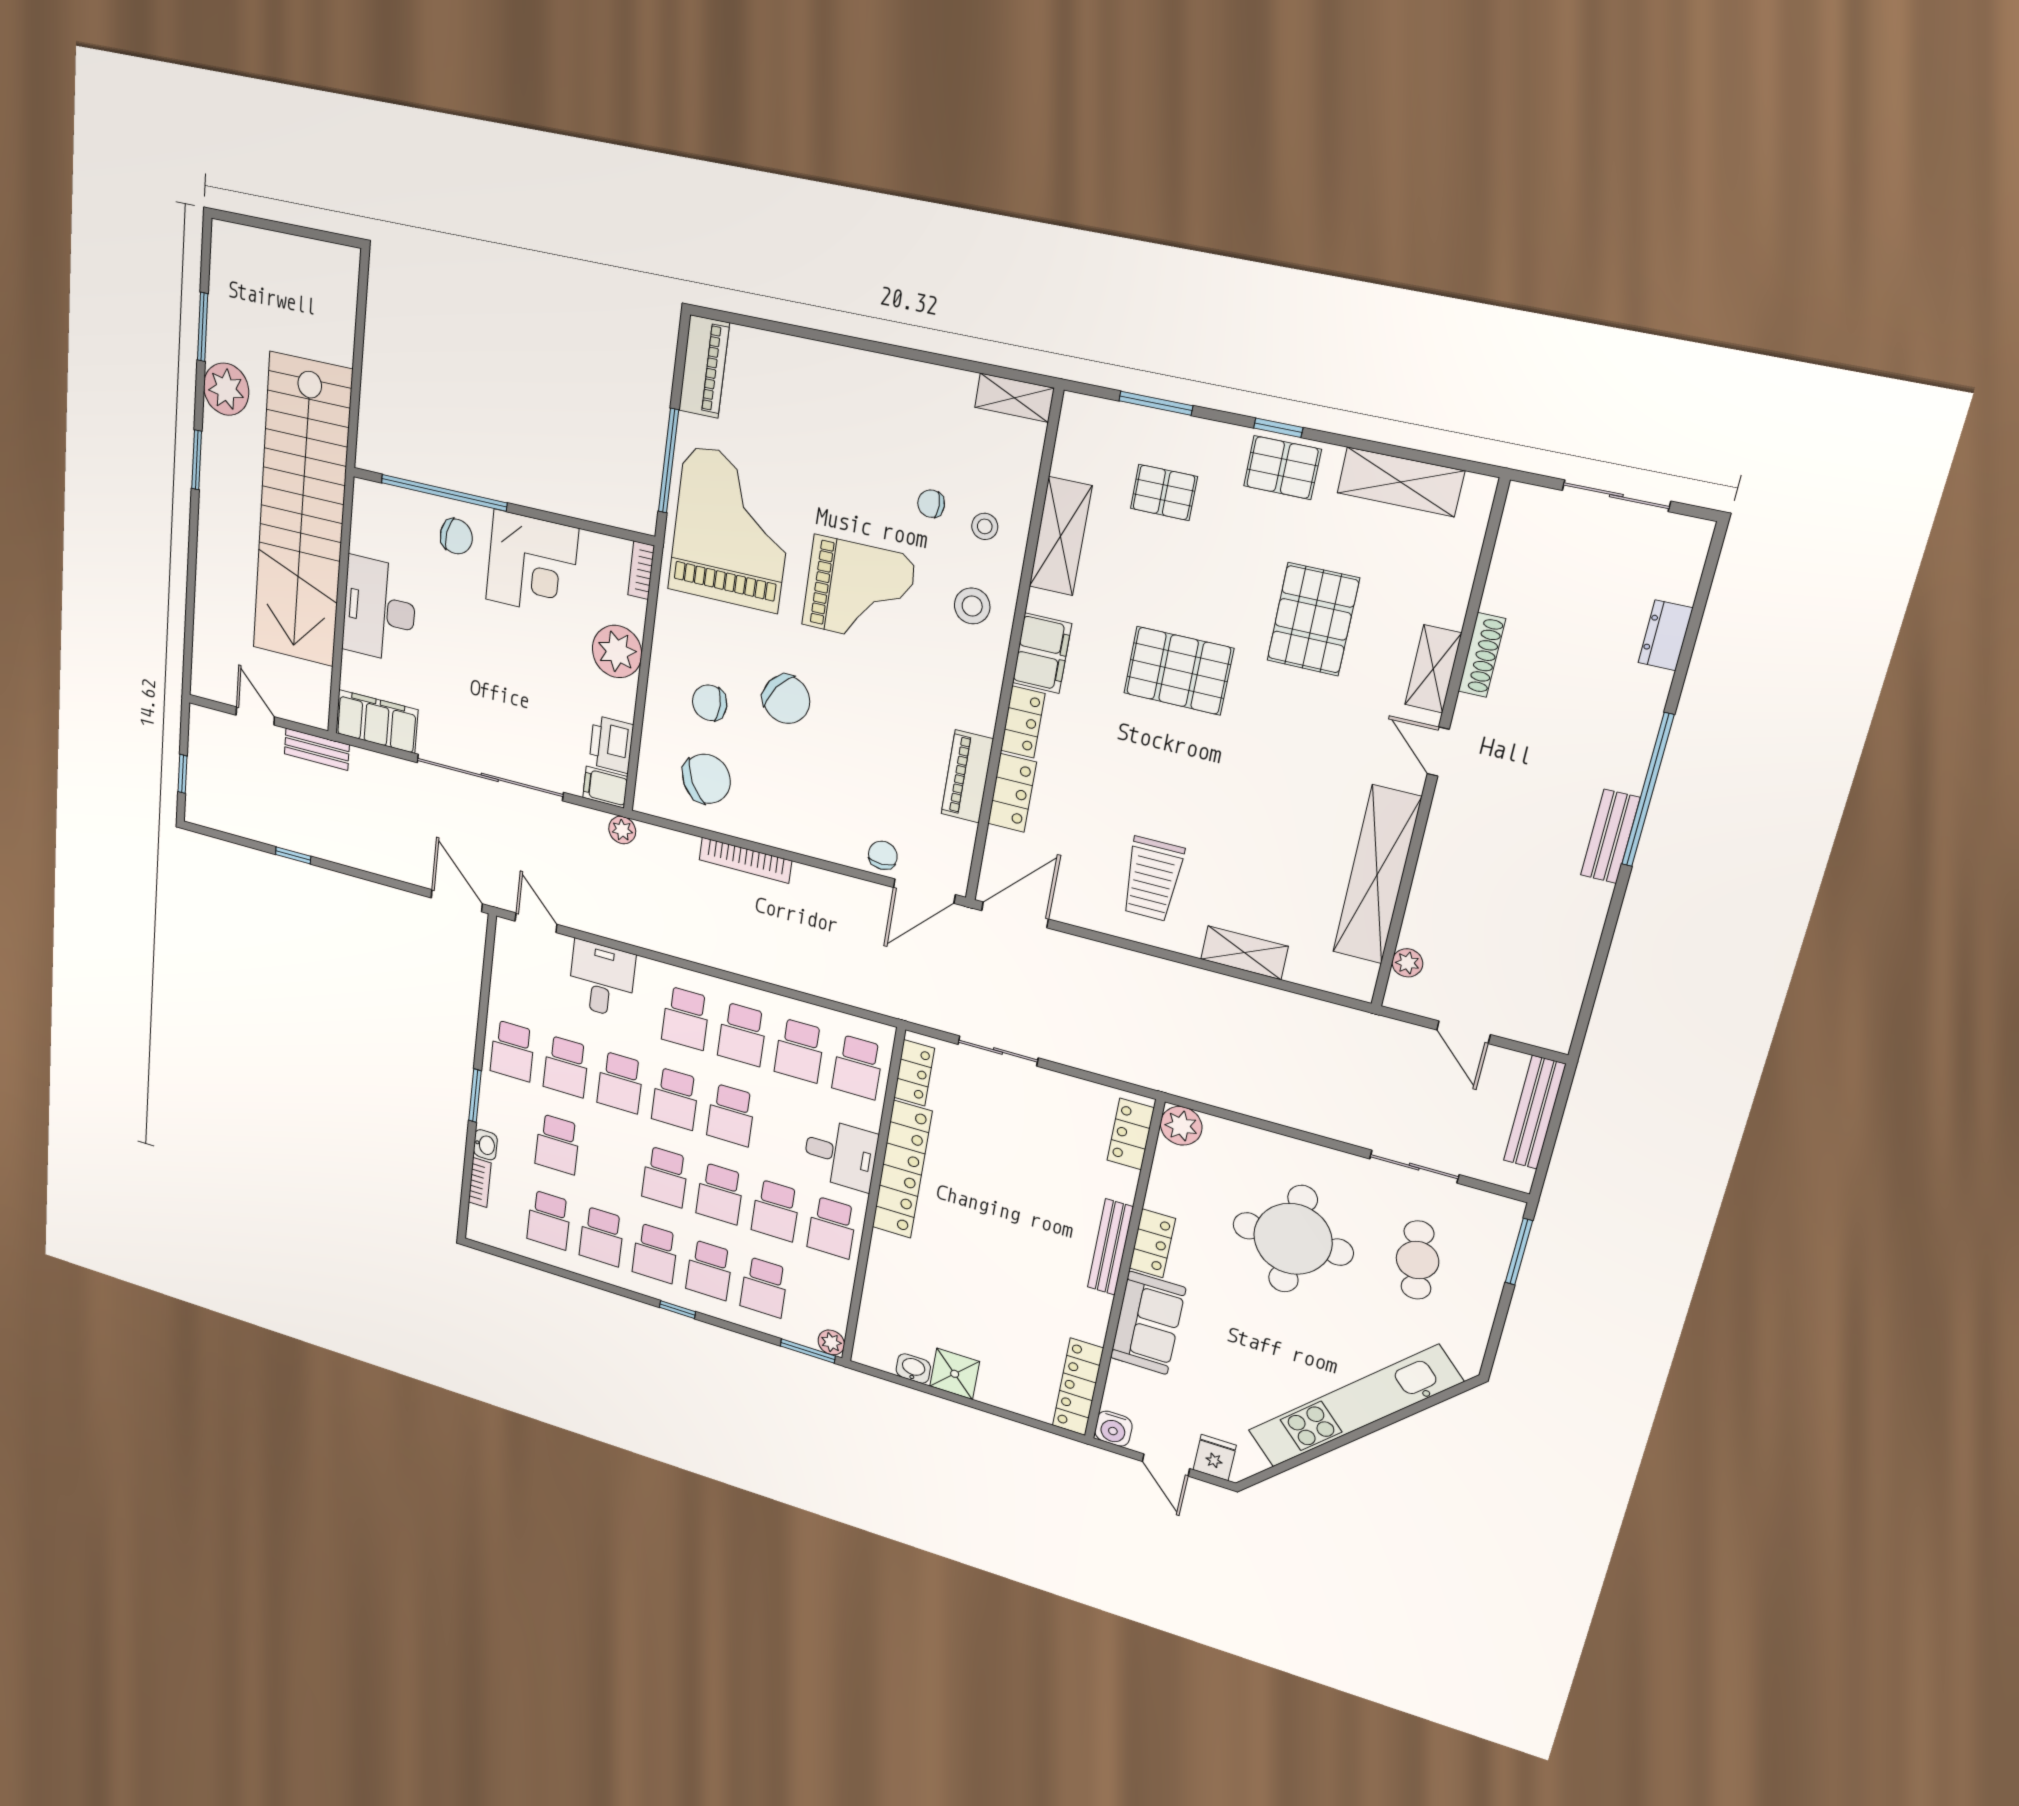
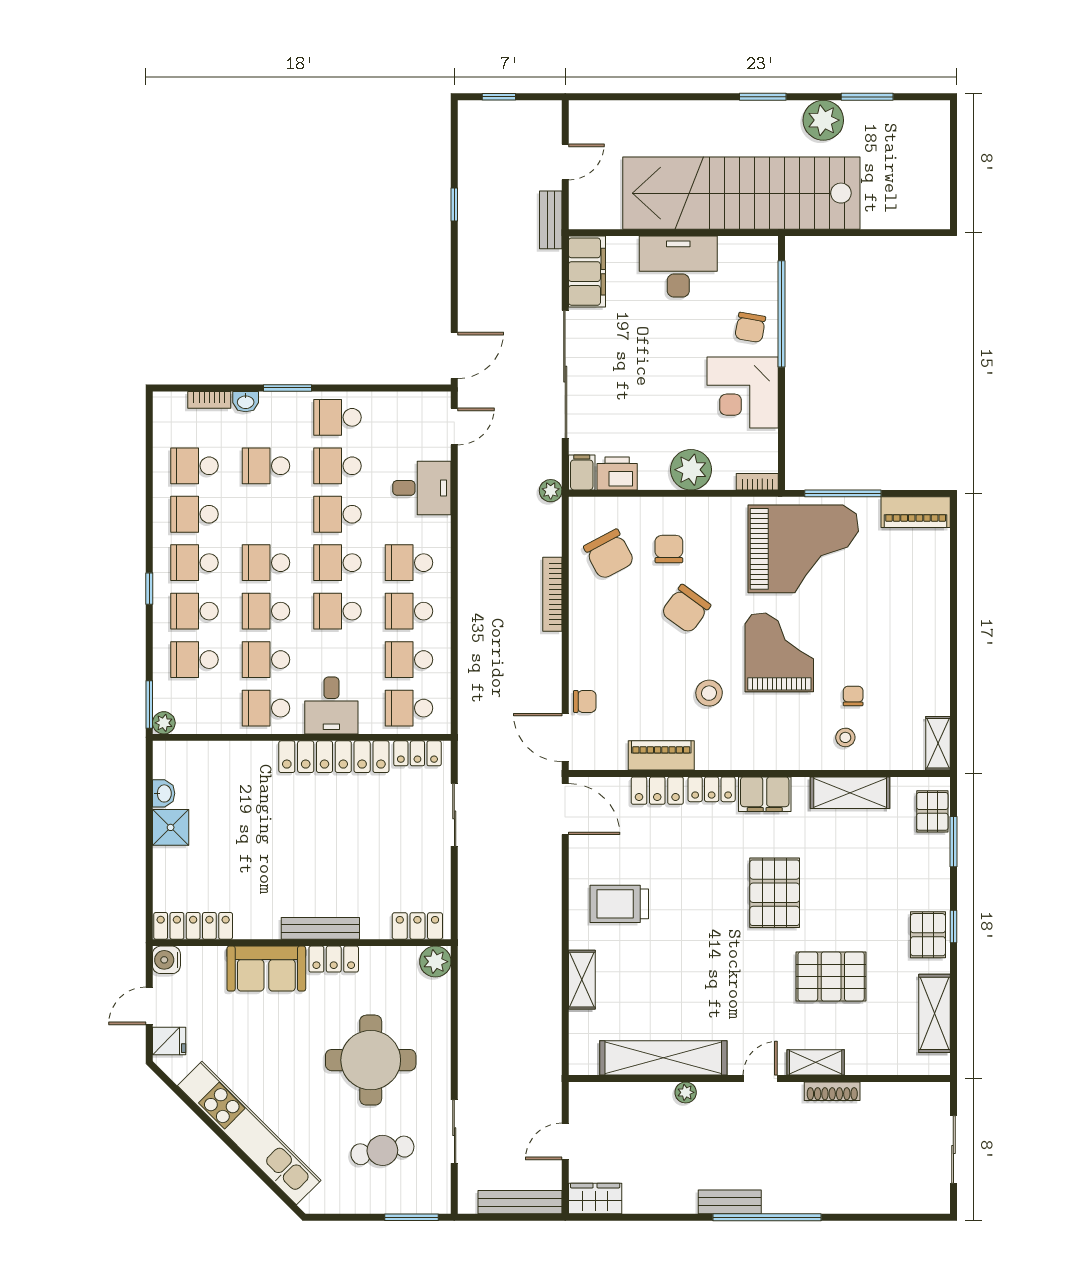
pallet: (1164, 492) -> (932, 811), moved
grand piano: (859, 591) -> (779, 652), turned 180
stool: (972, 606) -> (709, 693), moved
dresser: (1665, 635) -> (871, 1202), removed
plant: (1407, 963) -> (686, 1092), moved
wardrobe: (1556, 1015) -> (595, 1198), added

